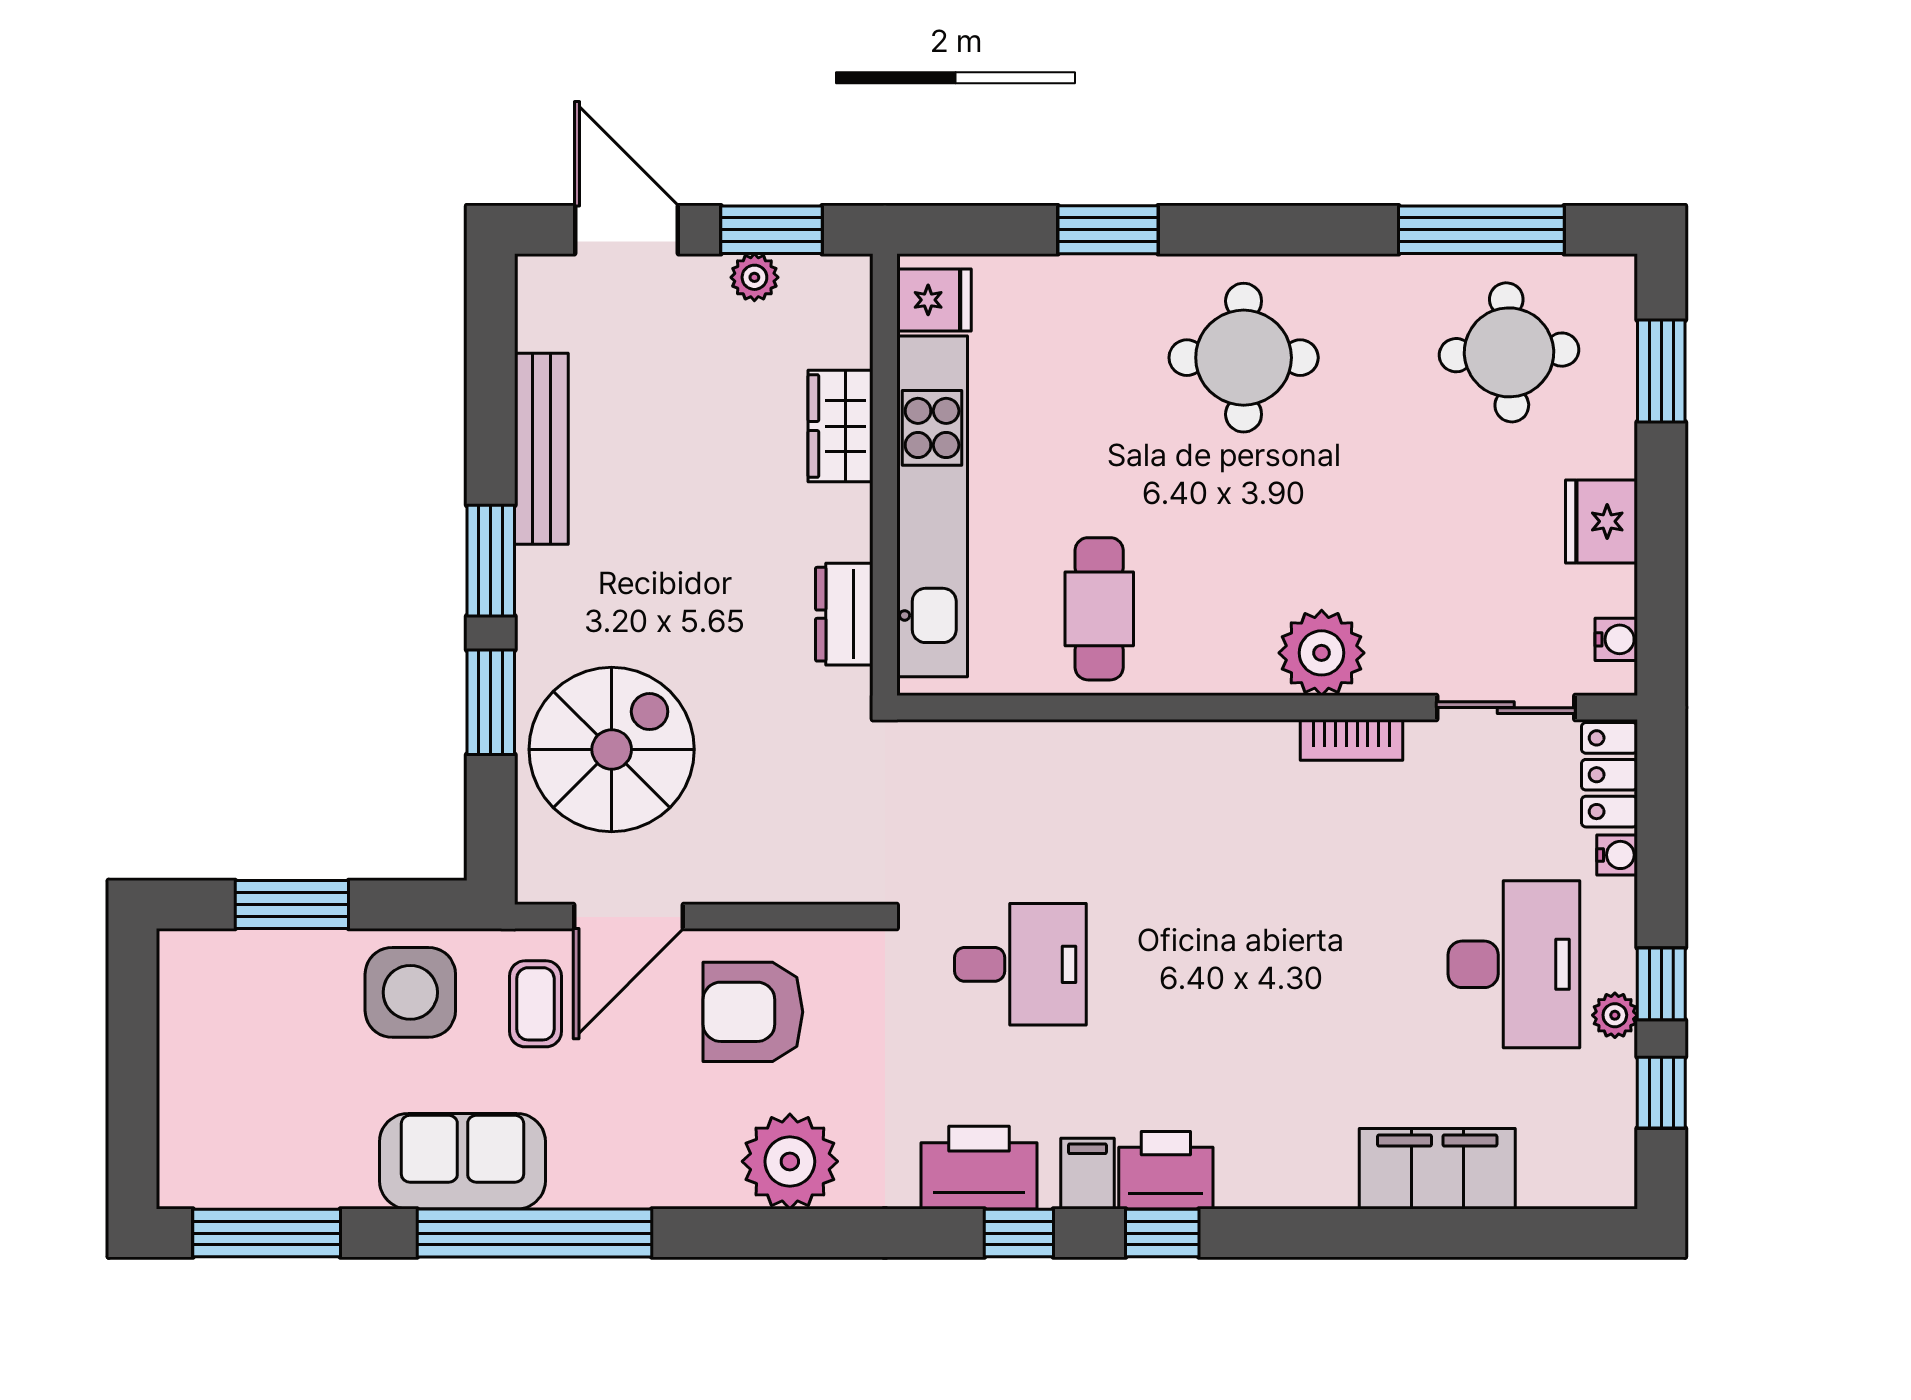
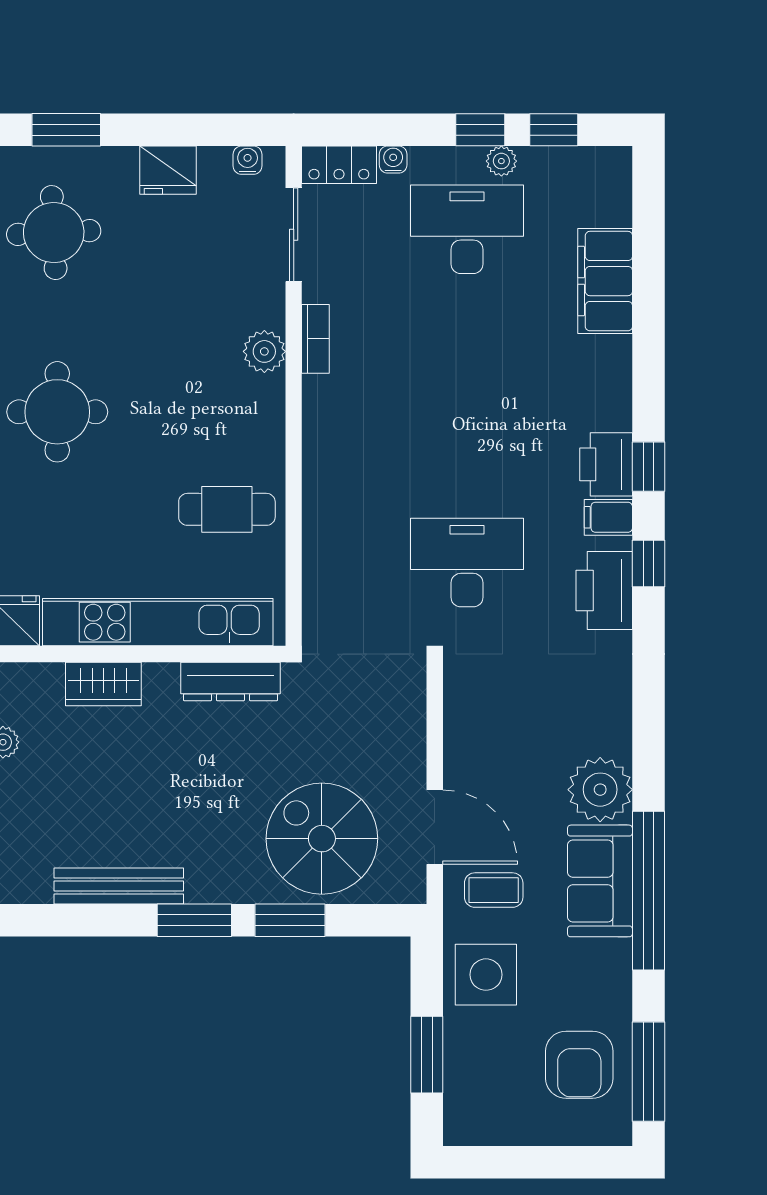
dresser: (844, 614) -> (230, 681), width x1.44
plant: (1322, 653) -> (264, 351), width x0.73, depth x0.73
desk: (1020, 964) -> (467, 563), width x1.37
armchair: (753, 1012) -> (579, 1065), moved
sofa: (462, 1161) -> (600, 881), moved
plant: (790, 1161) -> (600, 790), moved

